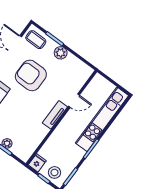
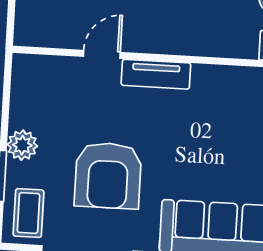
door: (74, 101) -> (102, 54), hinge flipped

